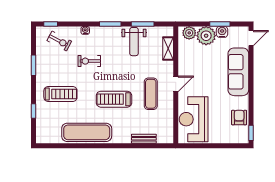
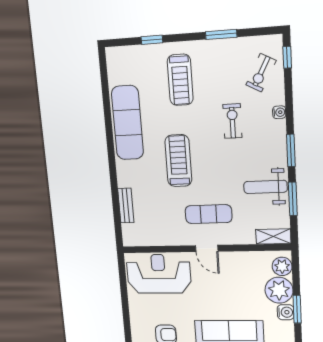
shelving: (168, 49) -> (273, 236), moved
exercise mat: (151, 94) -> (209, 214), moved

